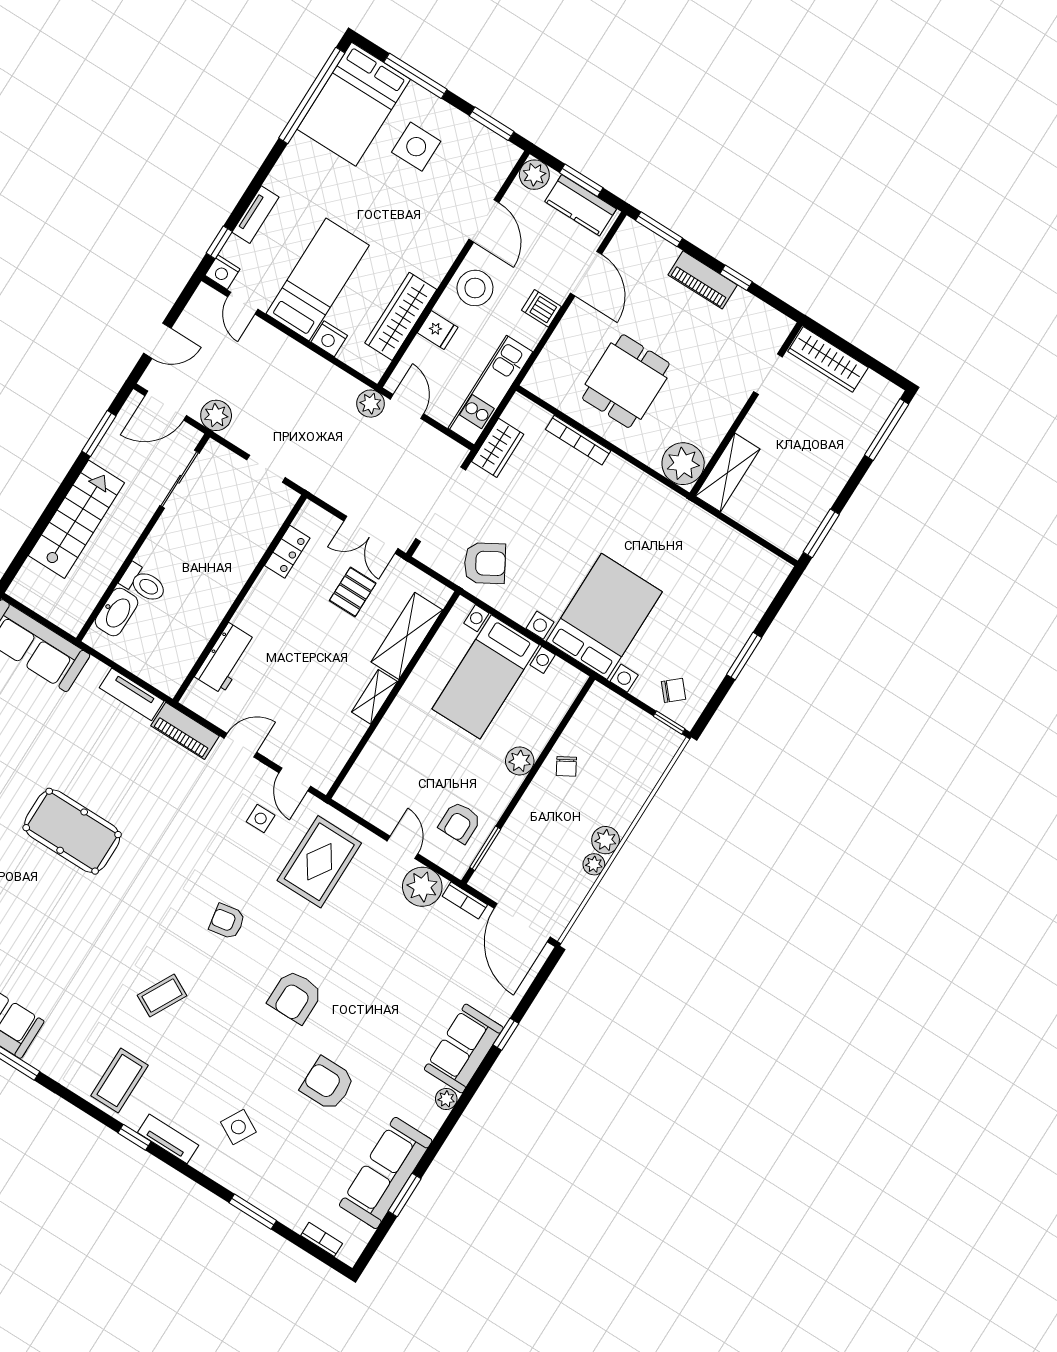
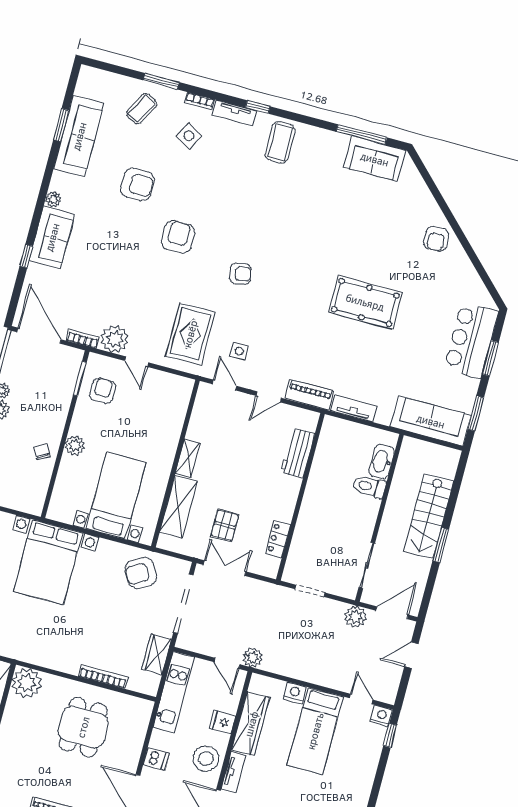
tv unit: (255, 215) -> (233, 772), moved, turned 180
window: (99, 434) -> (441, 545), moved
coffee table: (162, 996) -> (142, 109), moved
bookcase: (322, 1239) -> (200, 101), moved

